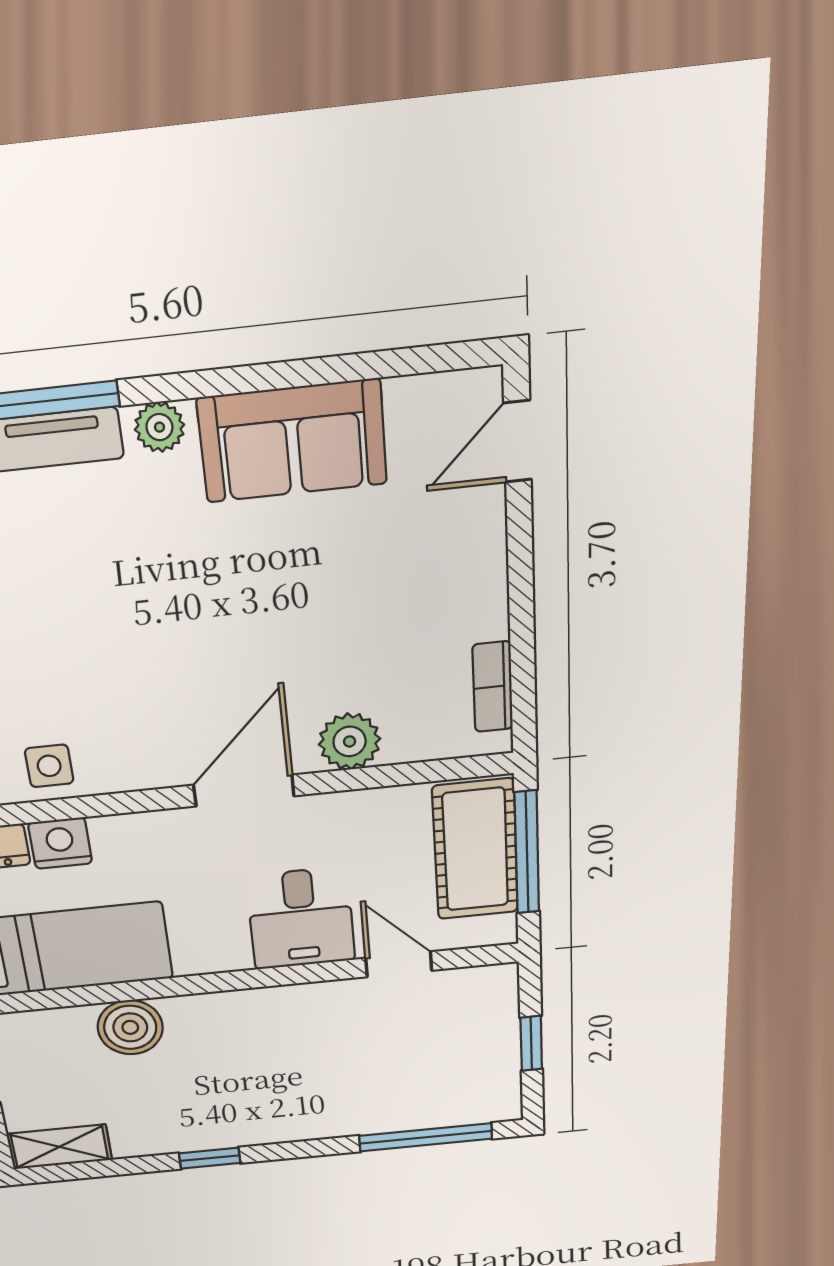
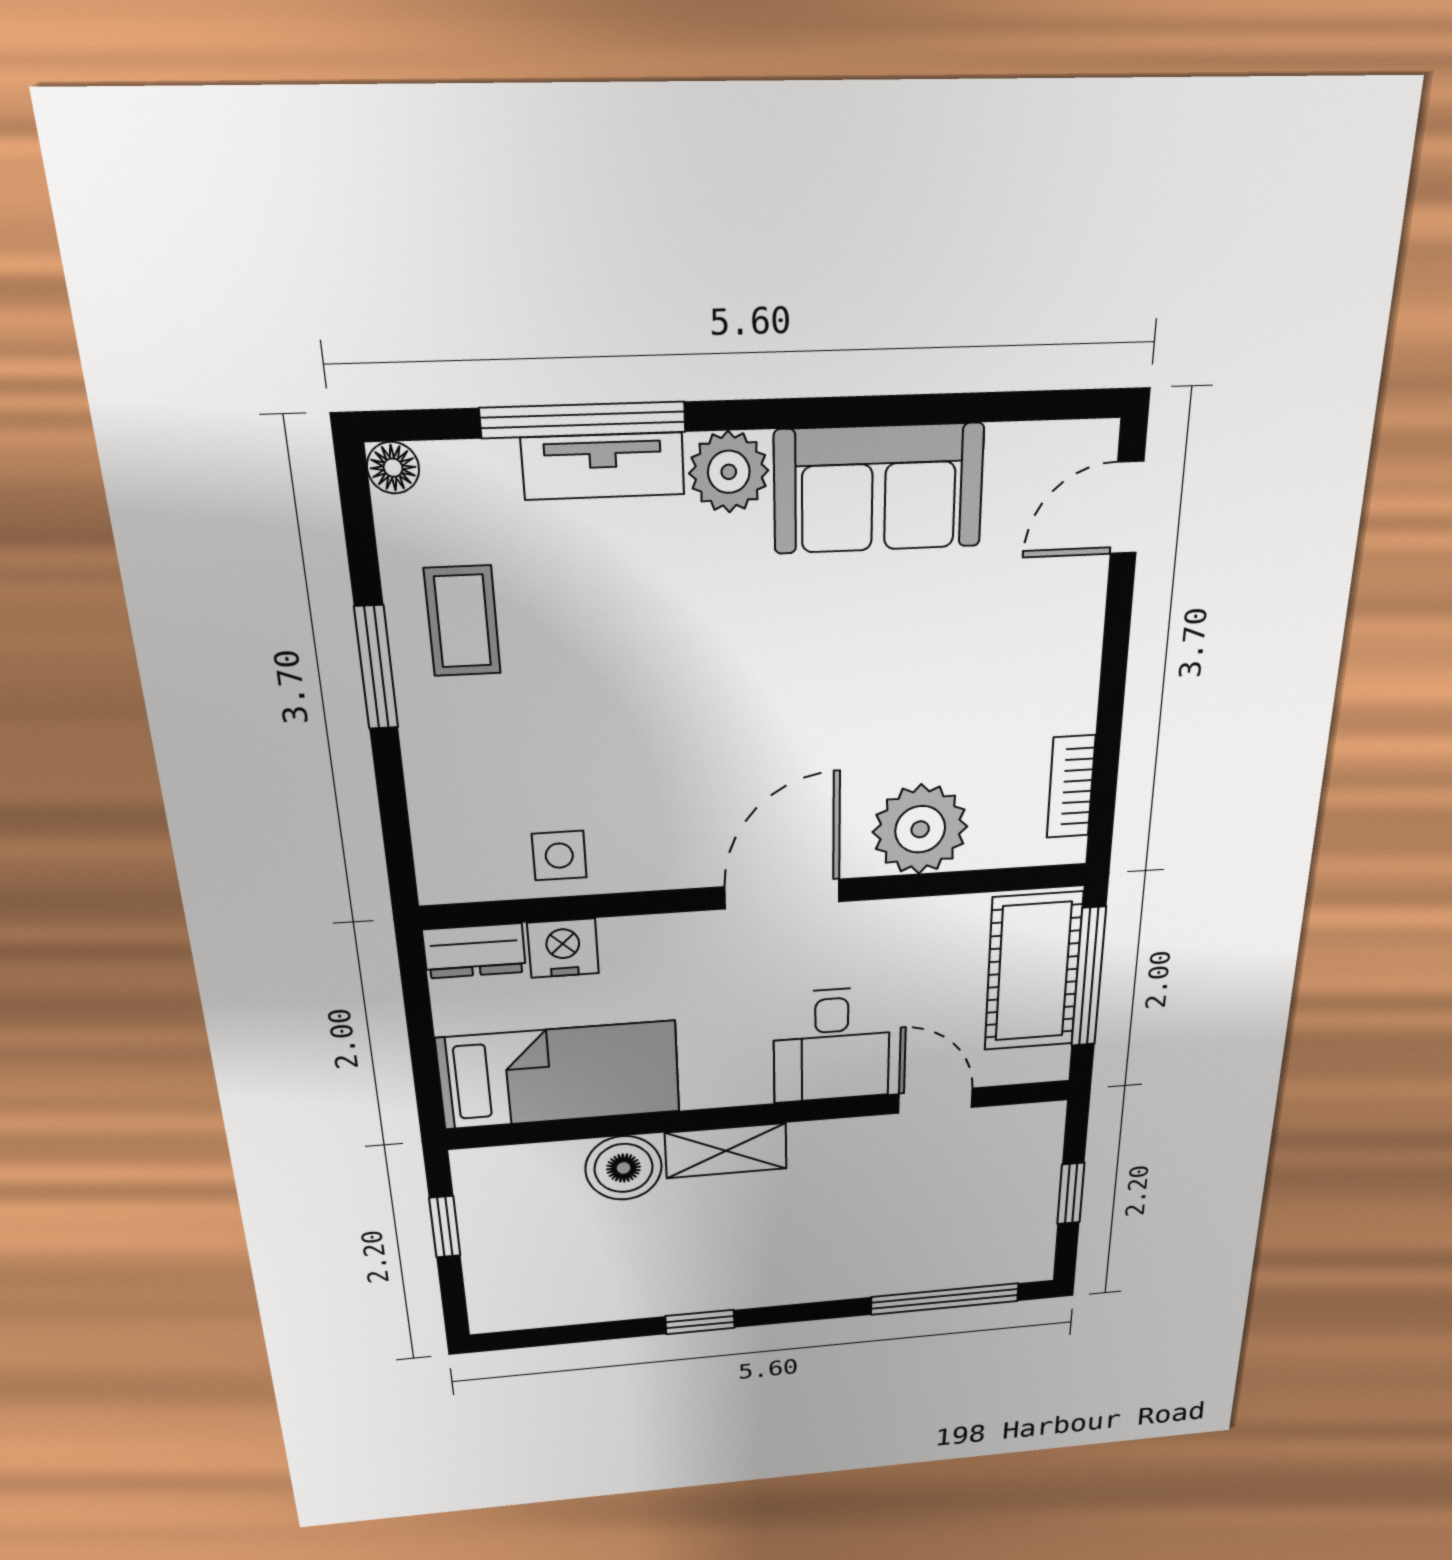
plant: (159, 427) -> (729, 472), width x1.38, depth x1.38
plant: (350, 741) -> (920, 829), width x1.36, depth x1.36
shelving: (59, 1147) -> (726, 1151), moved

